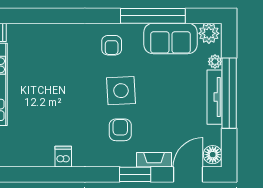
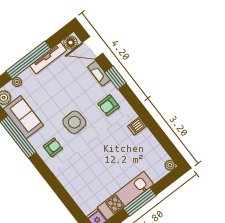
tv unit: (214, 97) -> (48, 58), moved
armchair: (120, 130) -> (109, 105), moved

